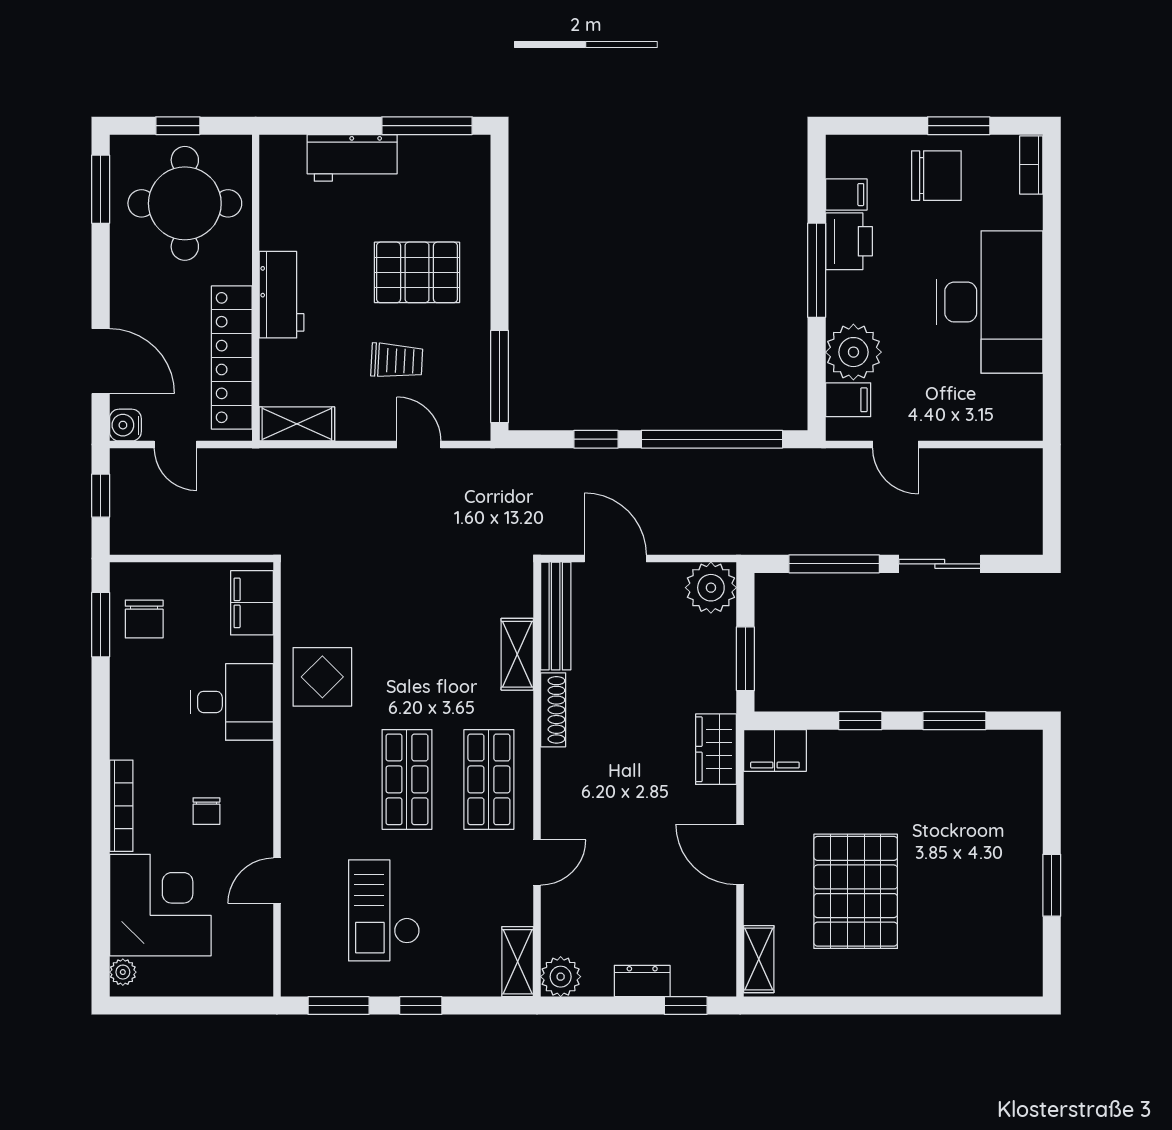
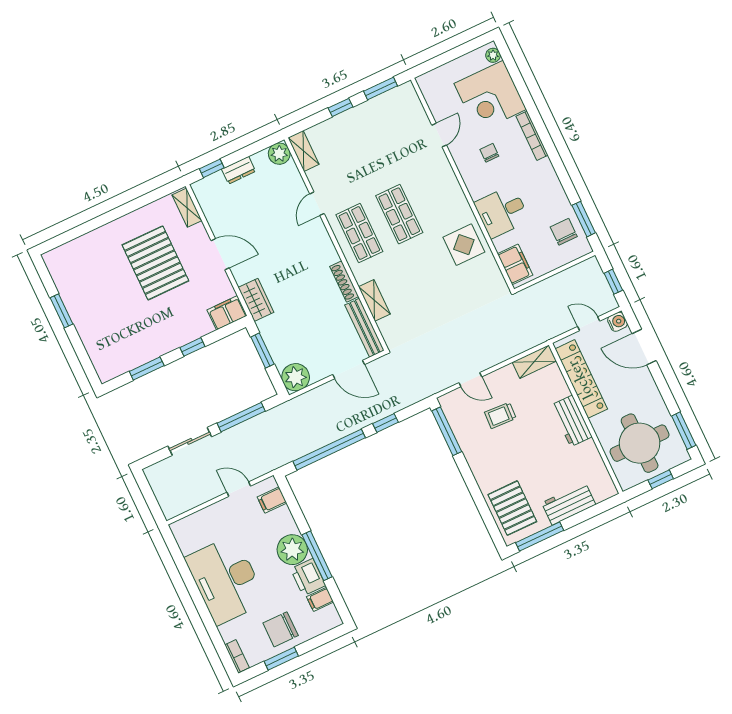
pallet: (417, 272) -> (512, 508), moved, turned 90
plant: (853, 352) -> (292, 550), moved
checkout: (384, 910) -> (380, 145), removed

